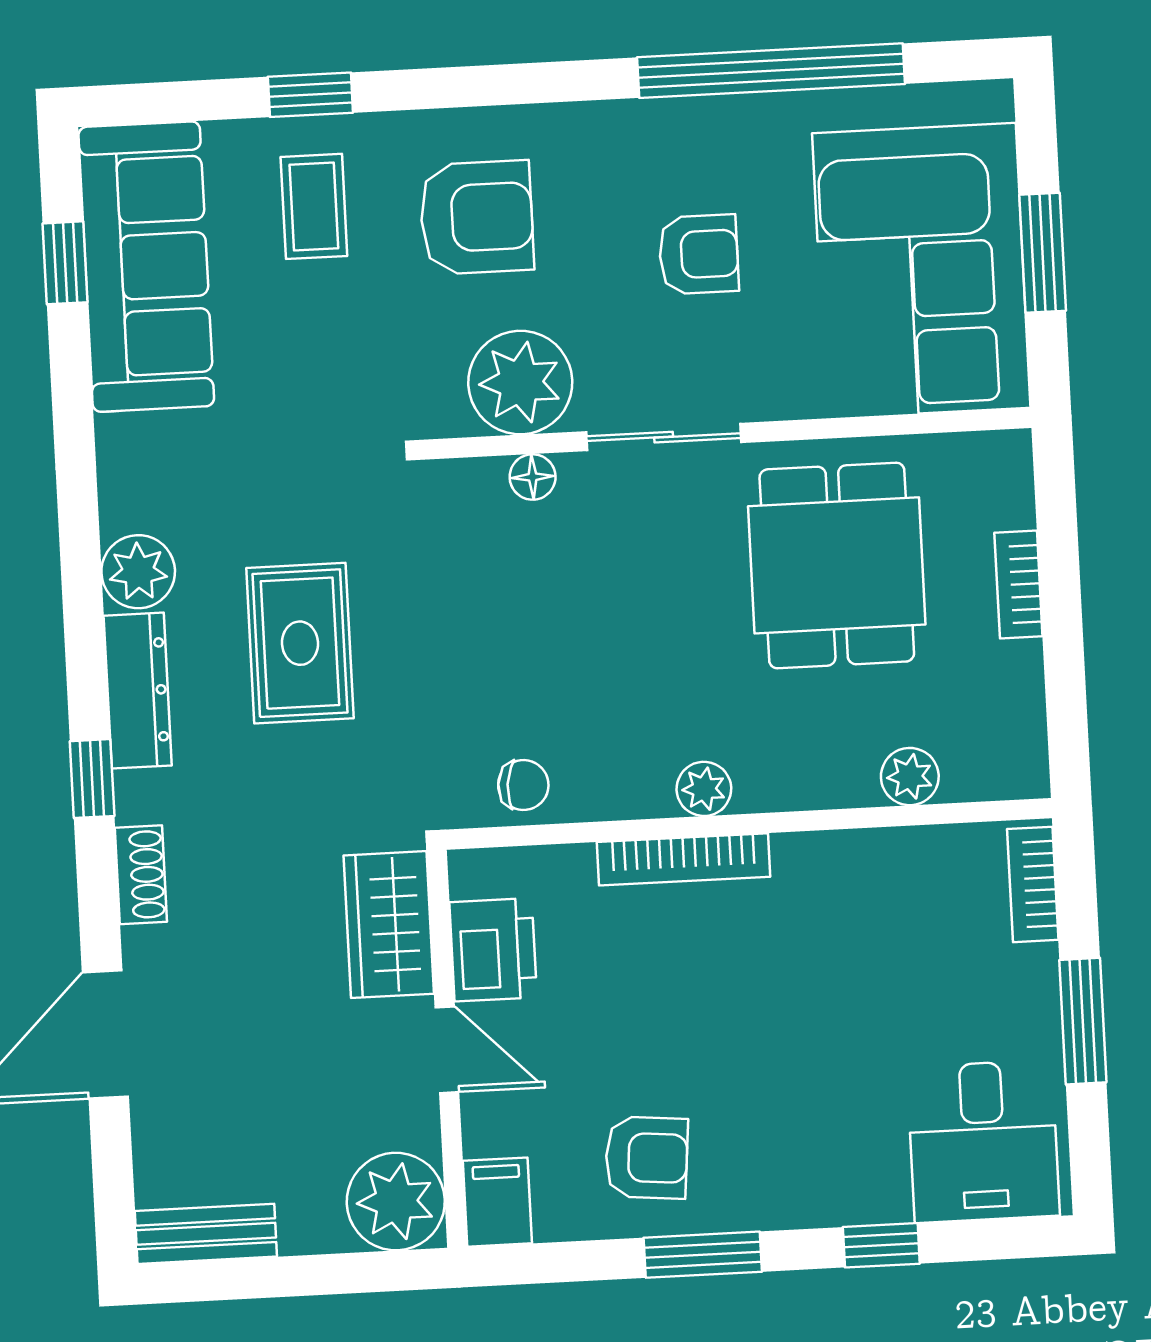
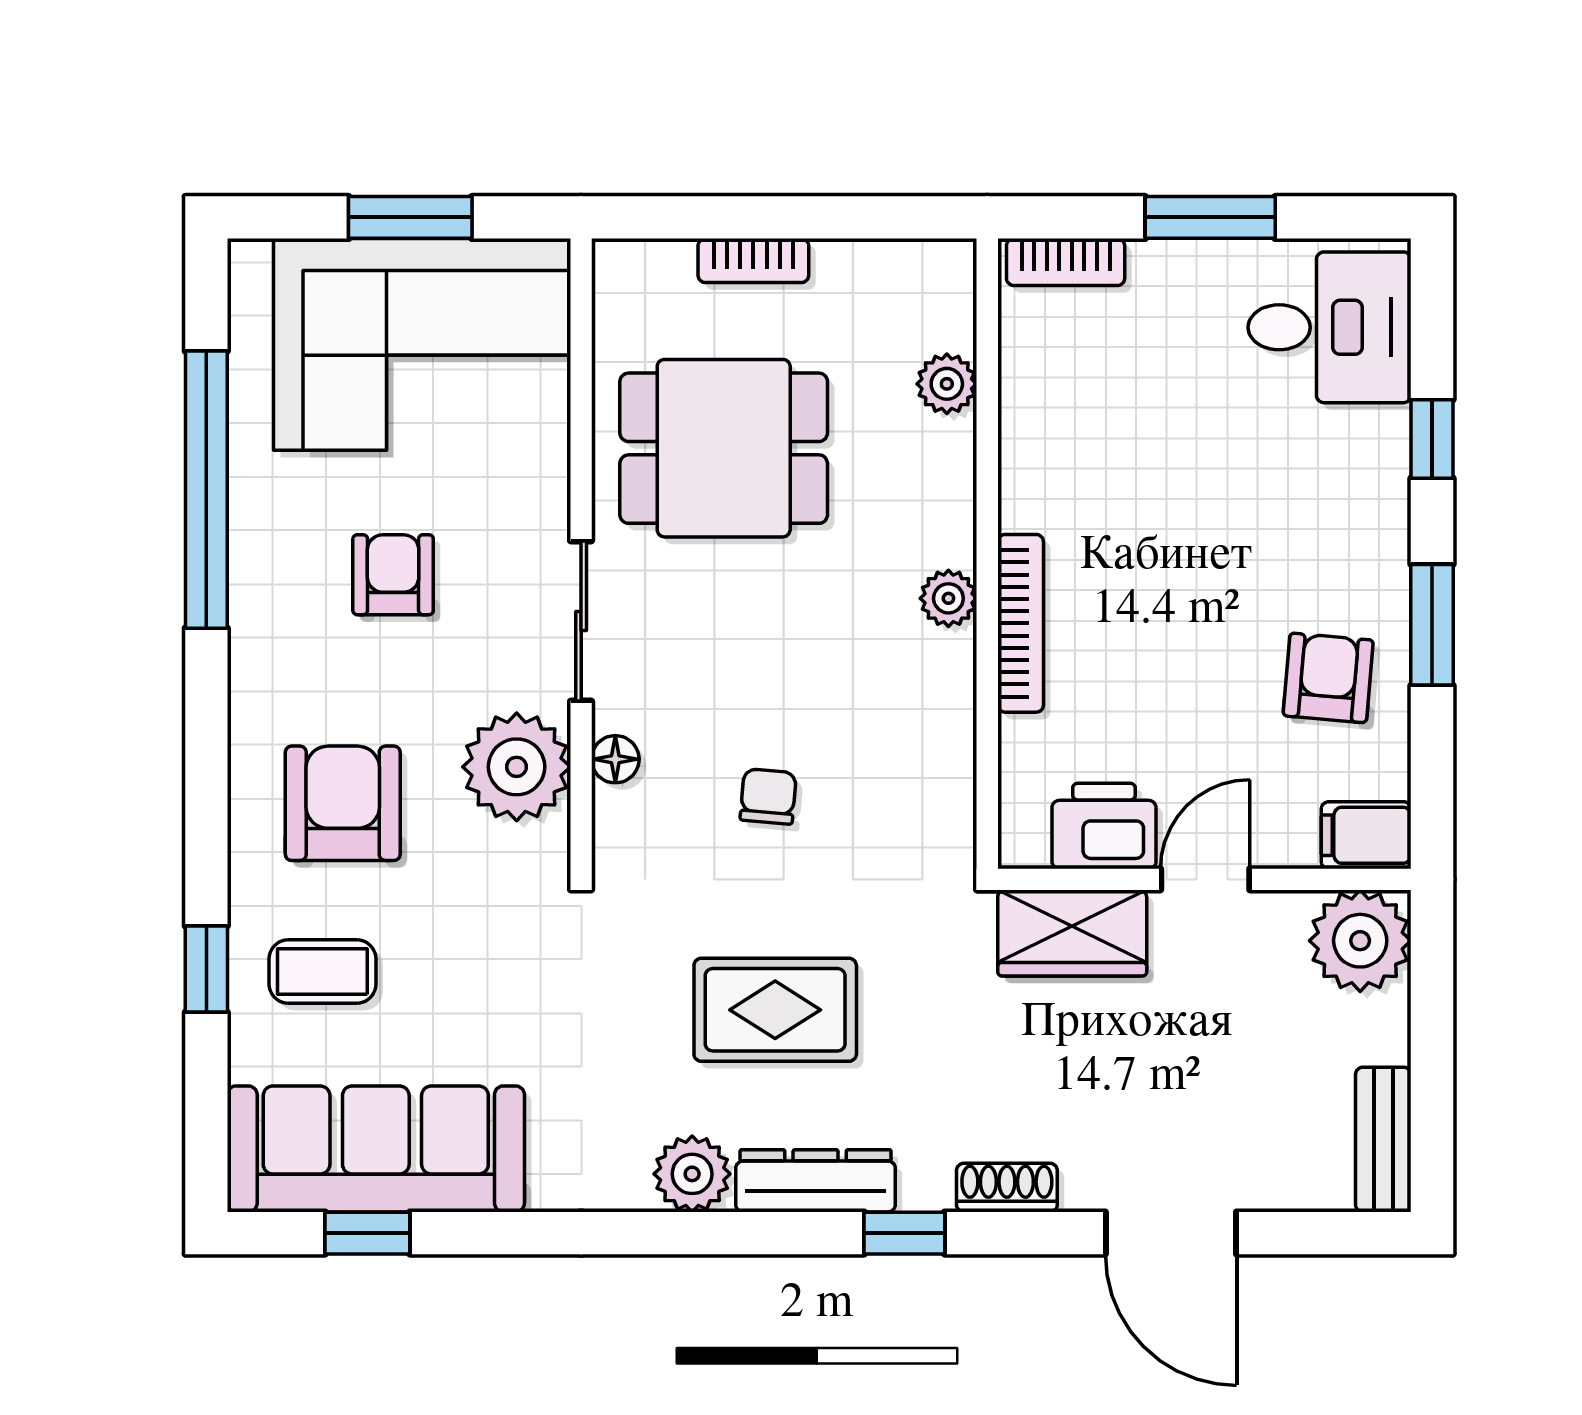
chair: (523, 785) -> (768, 796), moved

